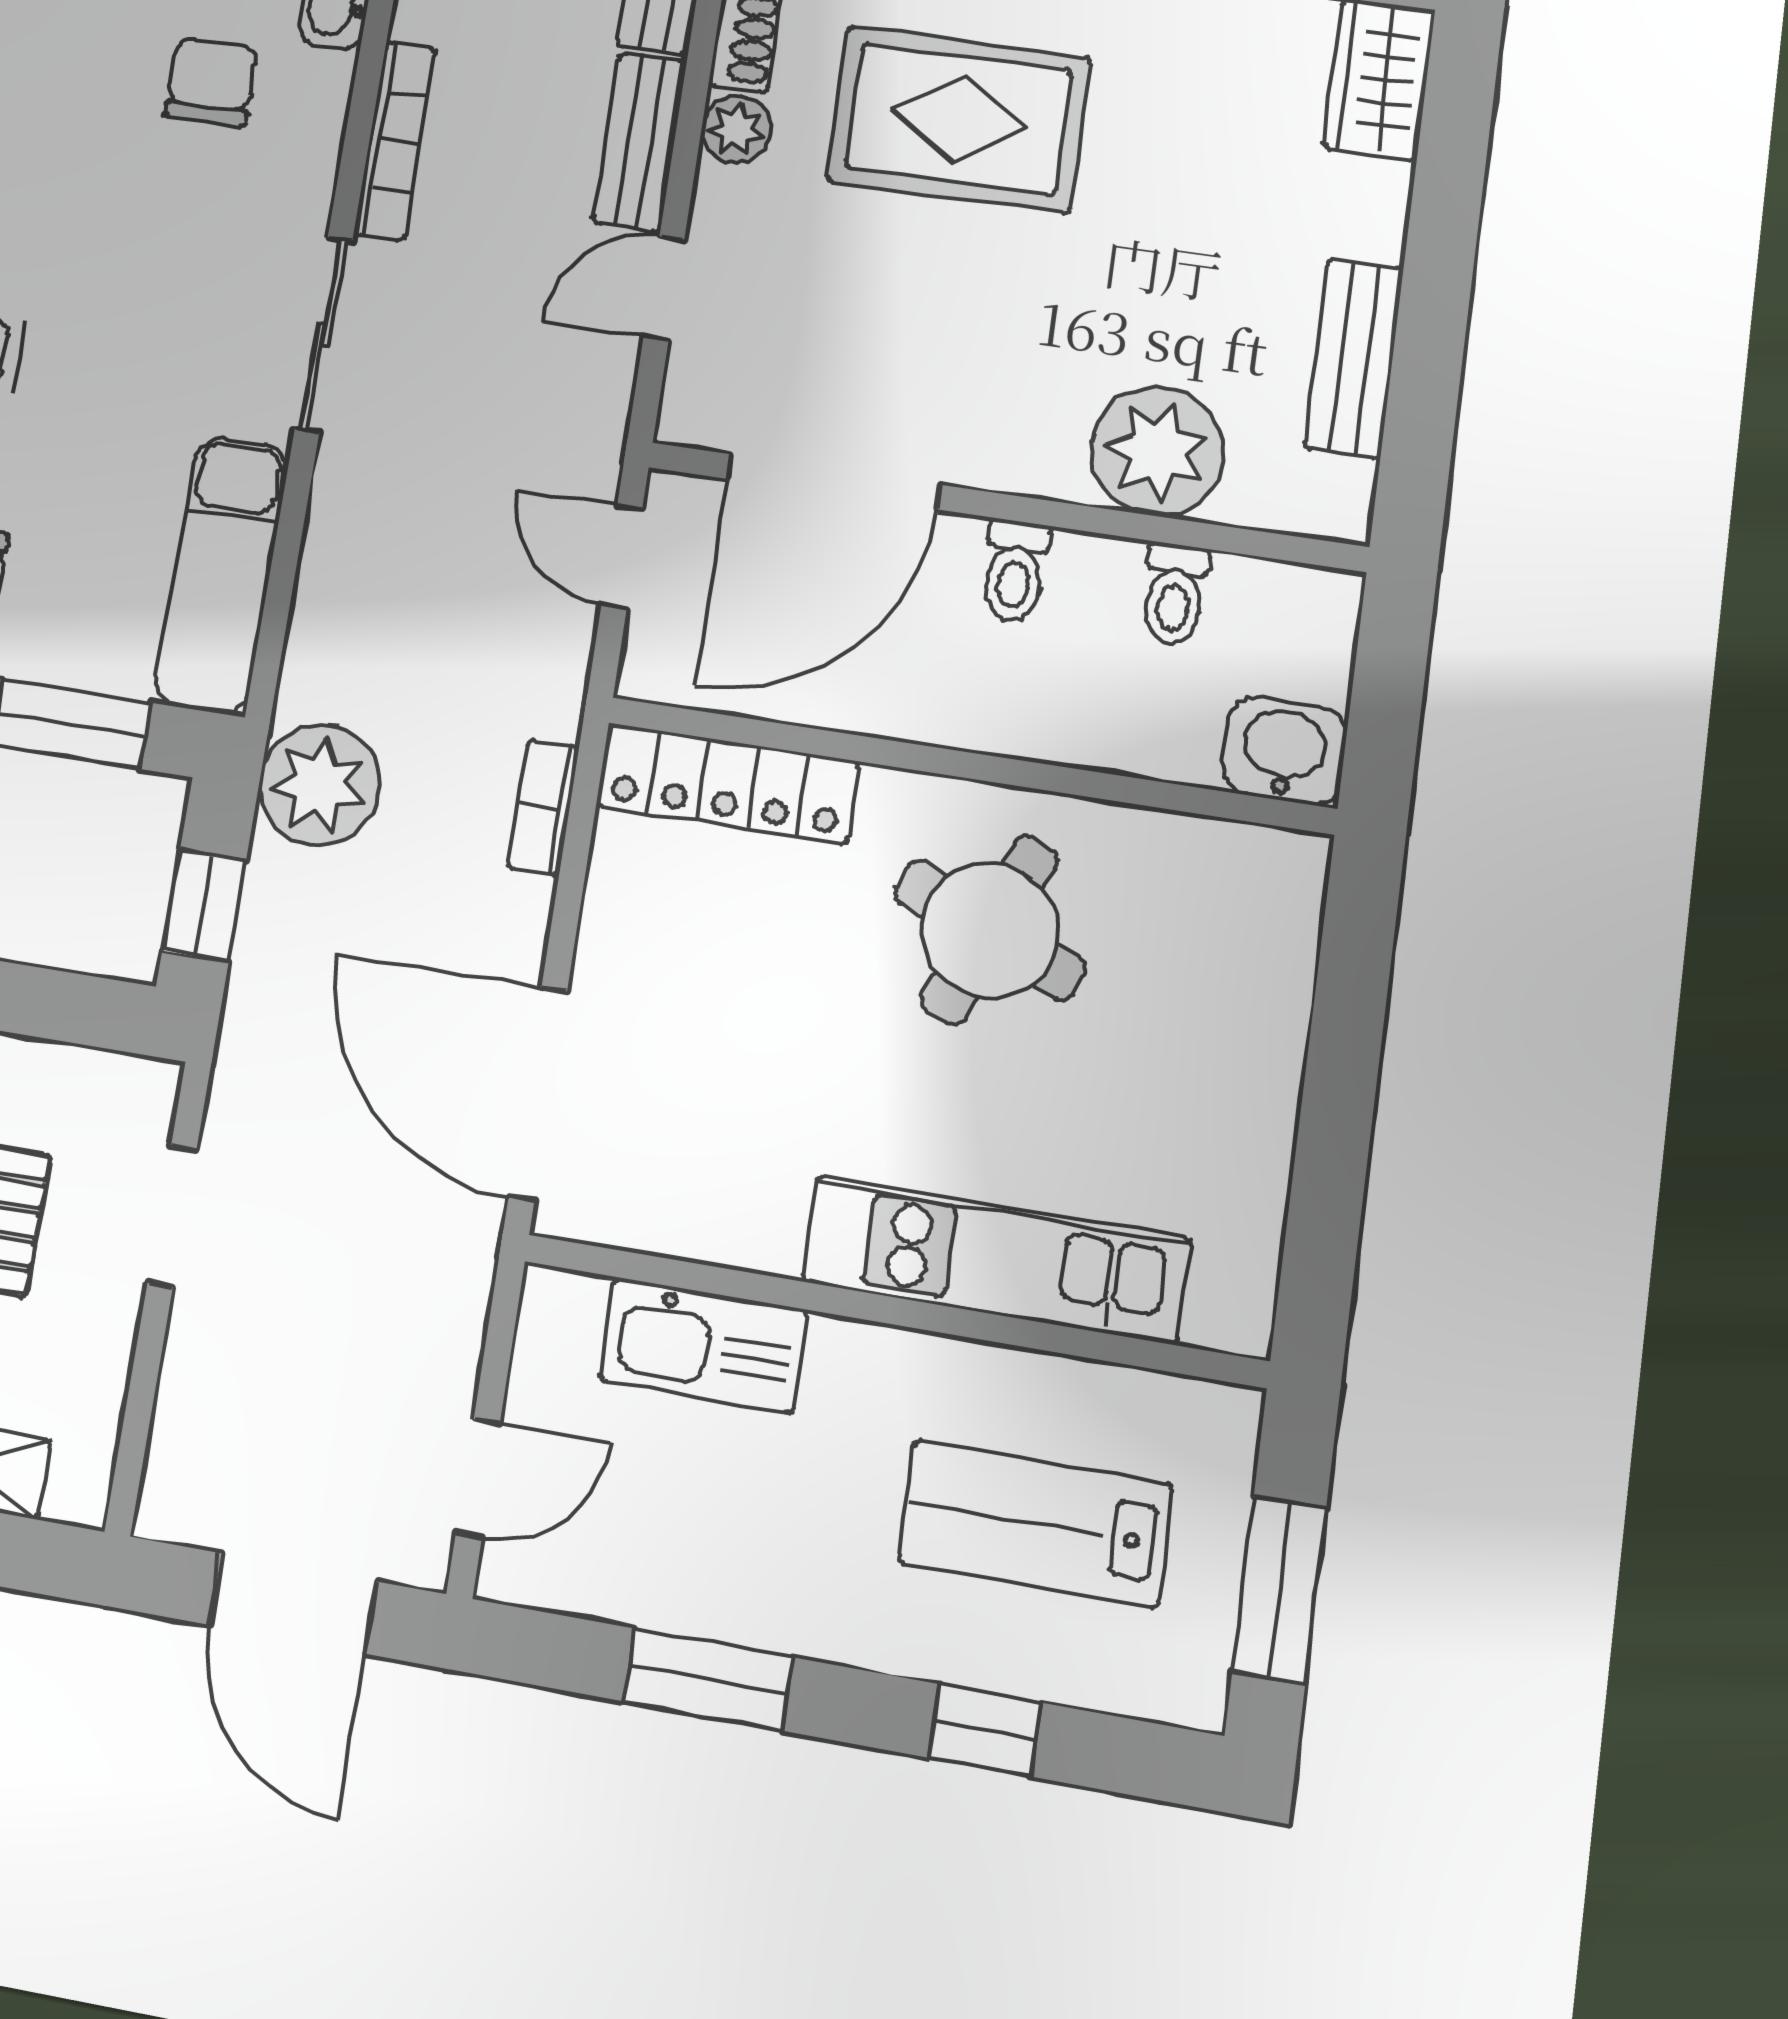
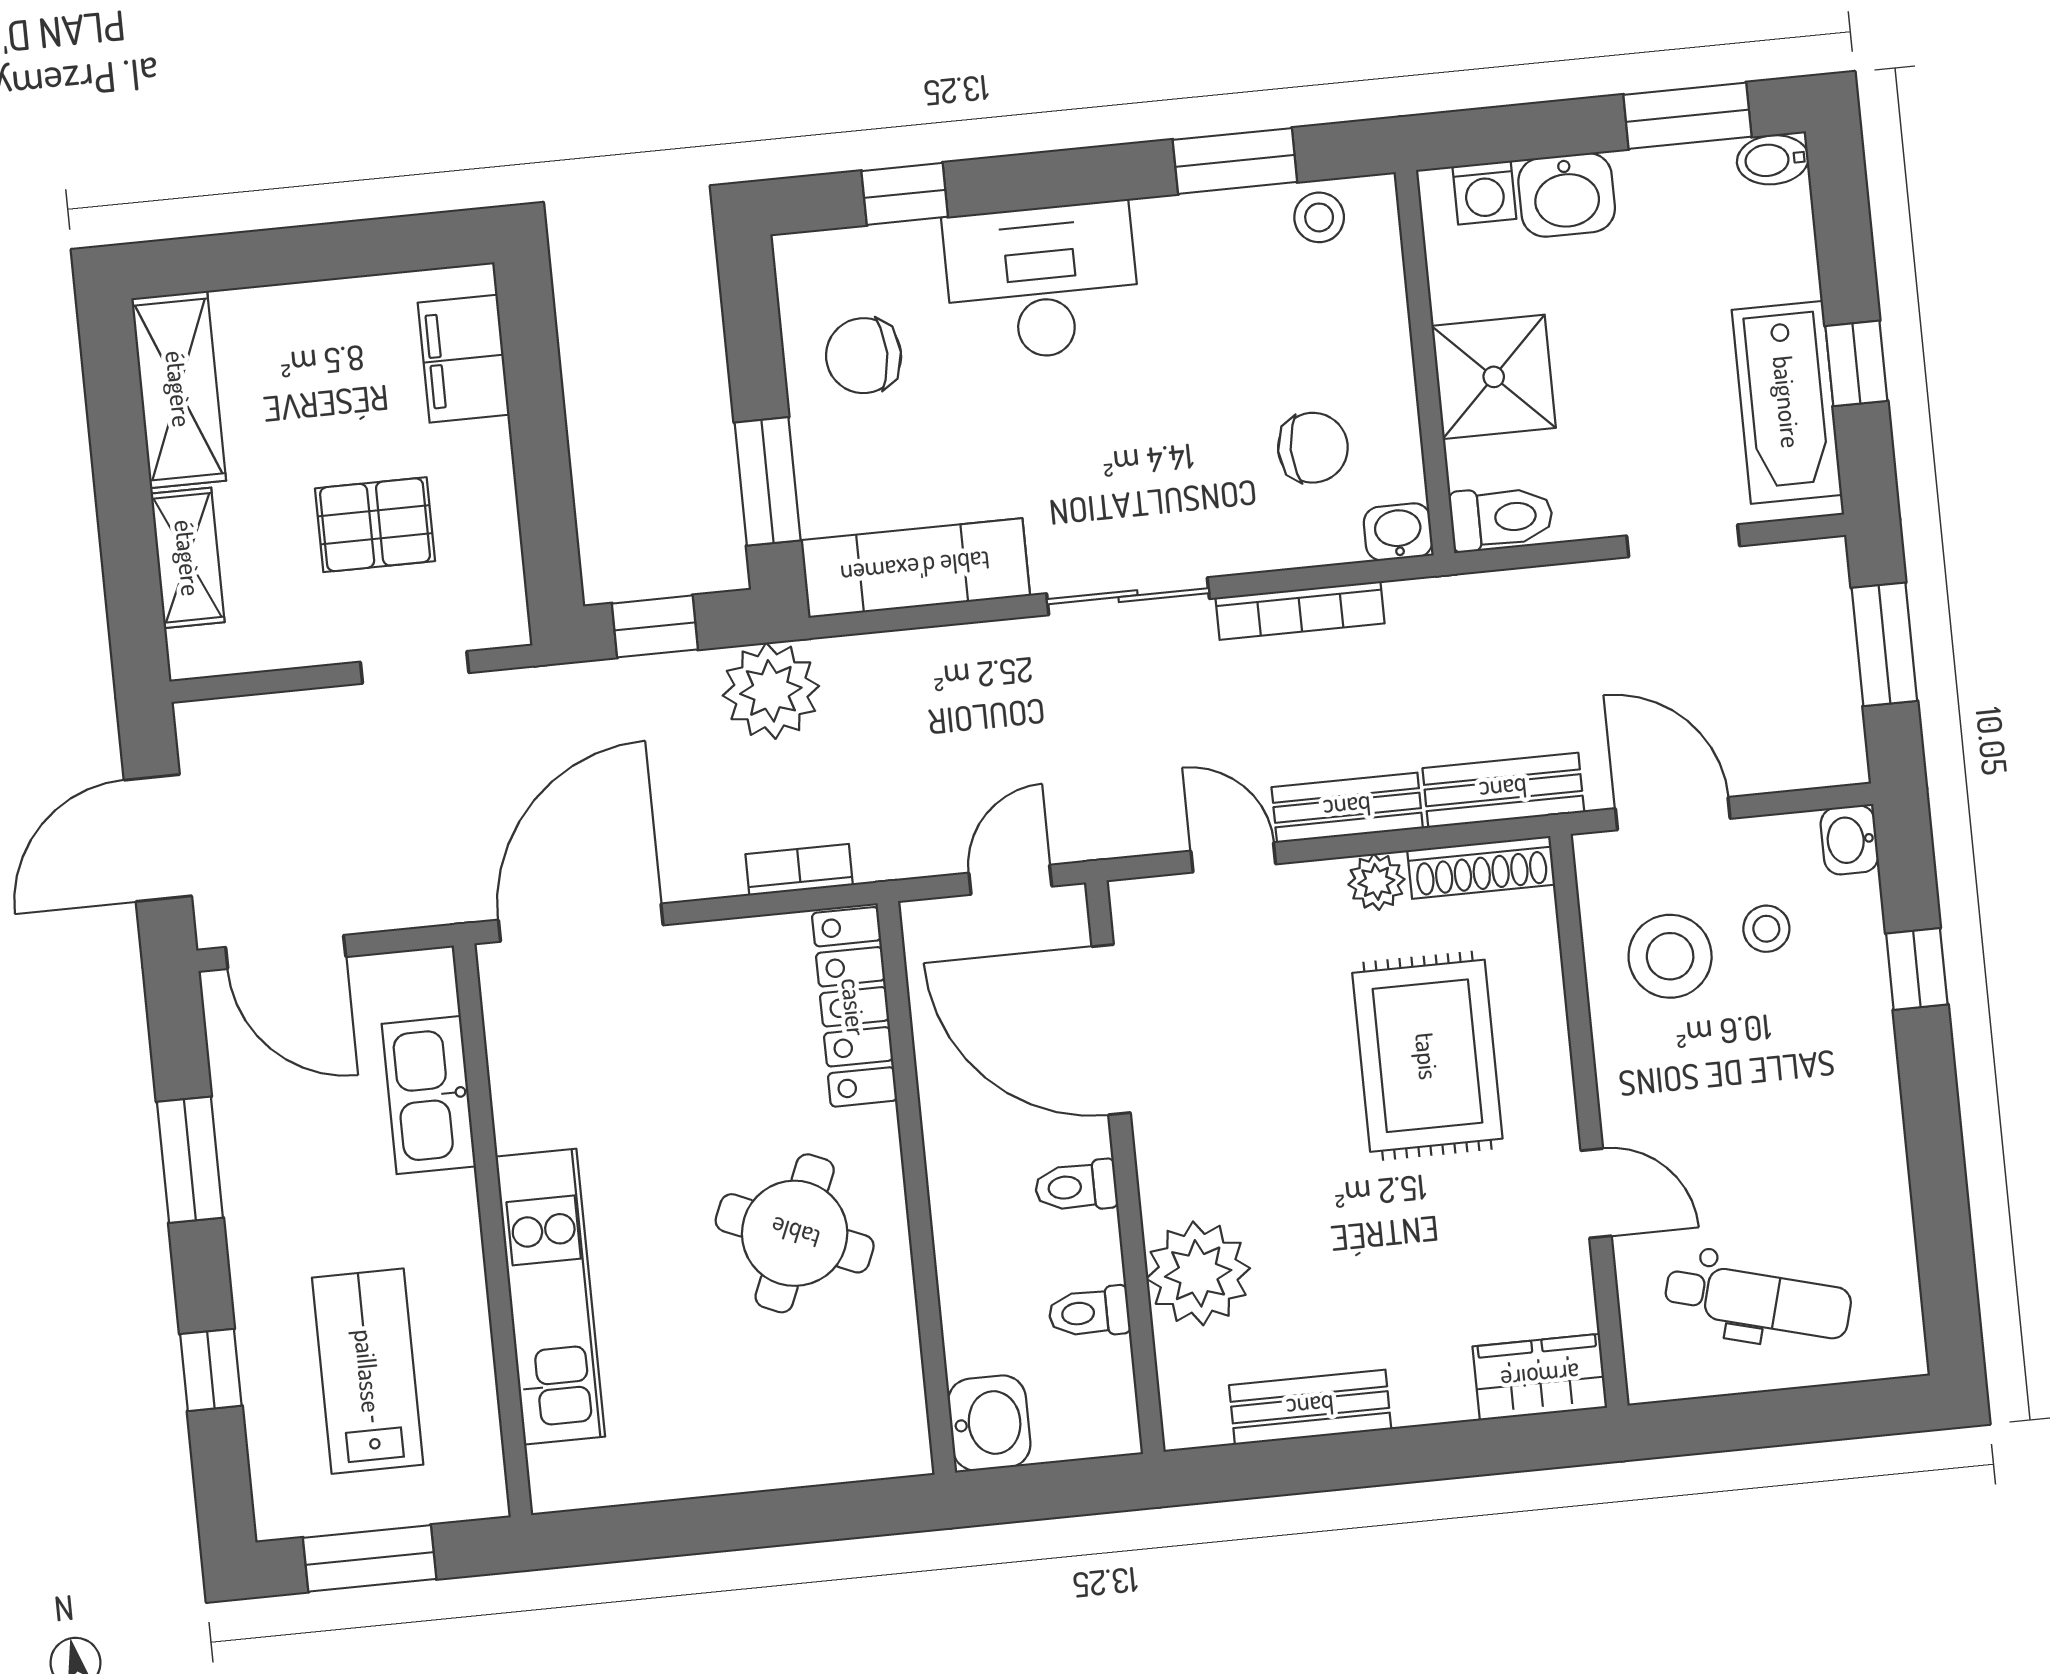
door: (478, 1479) -> (286, 952), width x1.38

